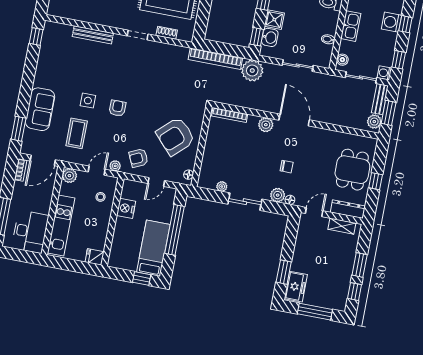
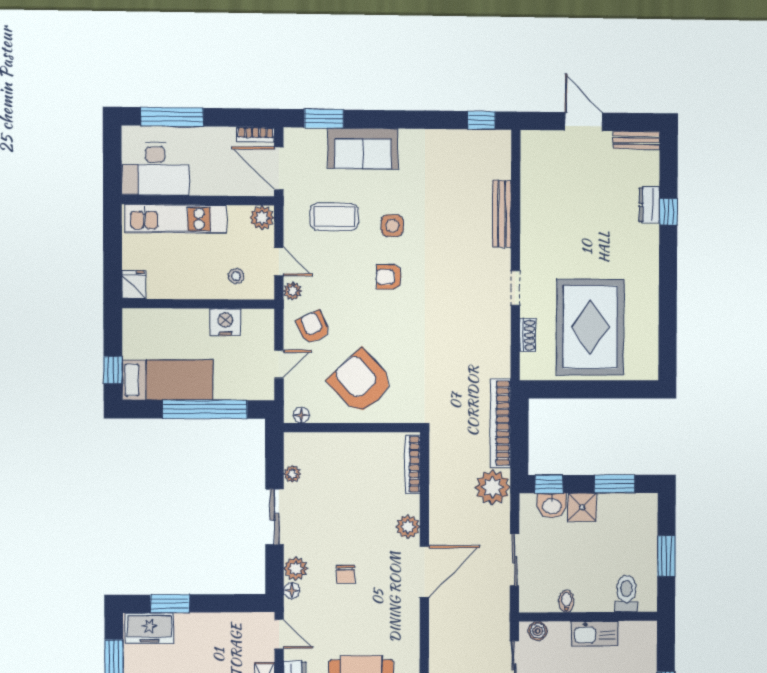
armchair: (117, 108) -> (389, 277), turned 180
door: (156, 182) -> (279, 364), swing flipped

